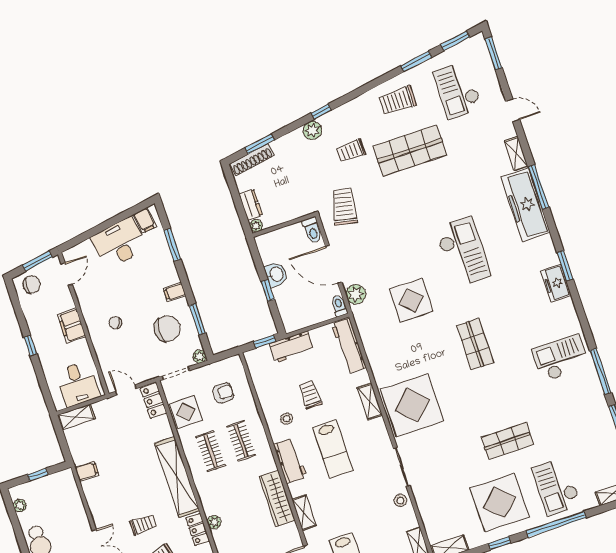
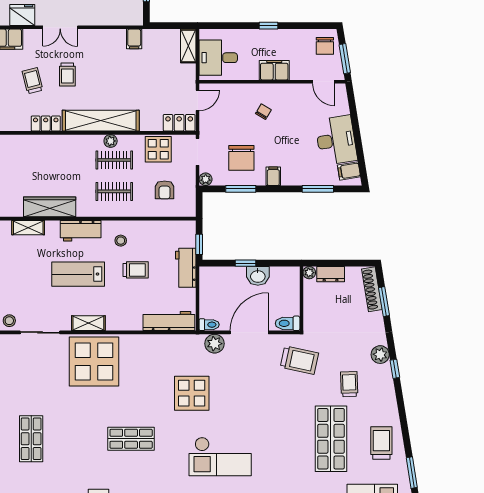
shelving: (370, 401) -> (88, 323), moved
plant: (214, 522) -> (111, 141), moved

